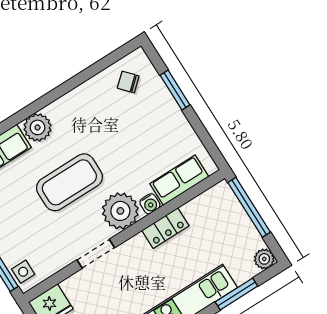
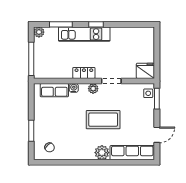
plant: (120, 211) -> (93, 89), width x0.53, depth x0.53
locker: (165, 228) -> (84, 73), moved

